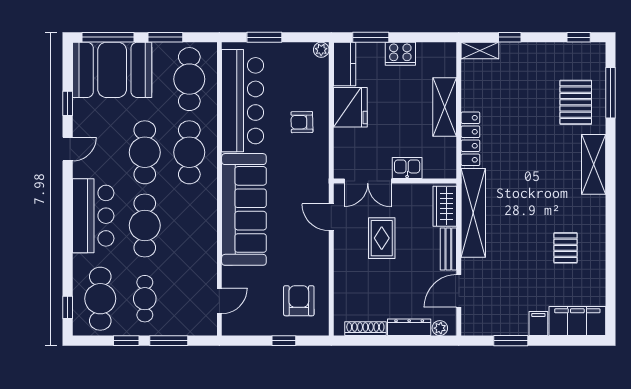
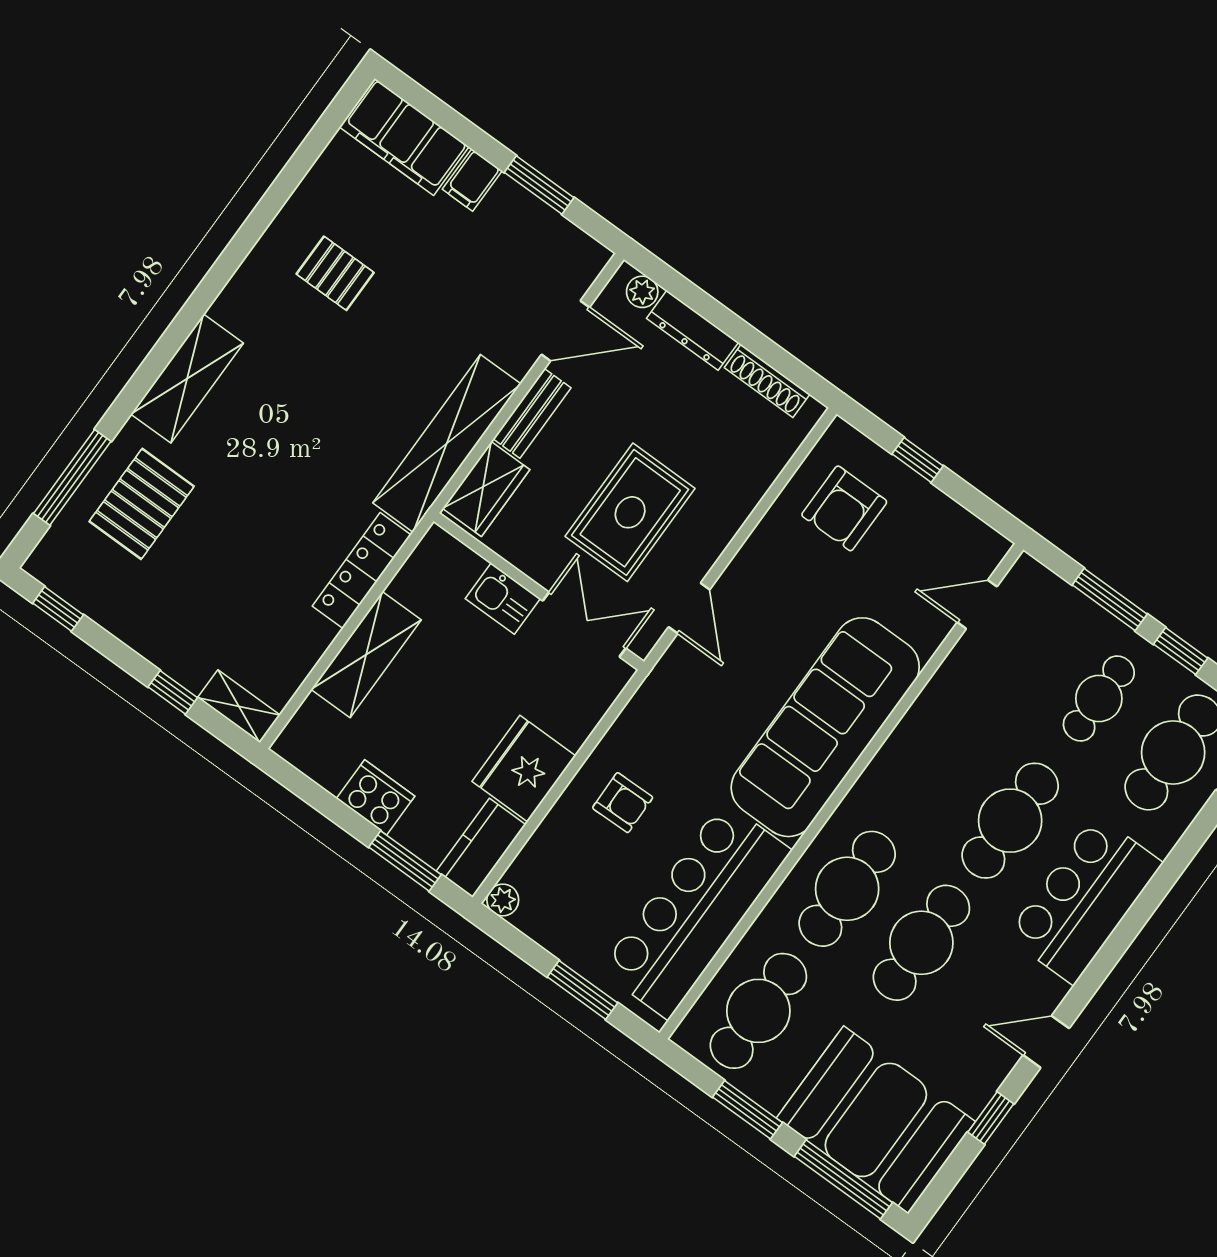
rug: (382, 238) -> (630, 512), width x1.36, depth x1.43
pallet: (566, 248) -> (335, 273), turned 90

